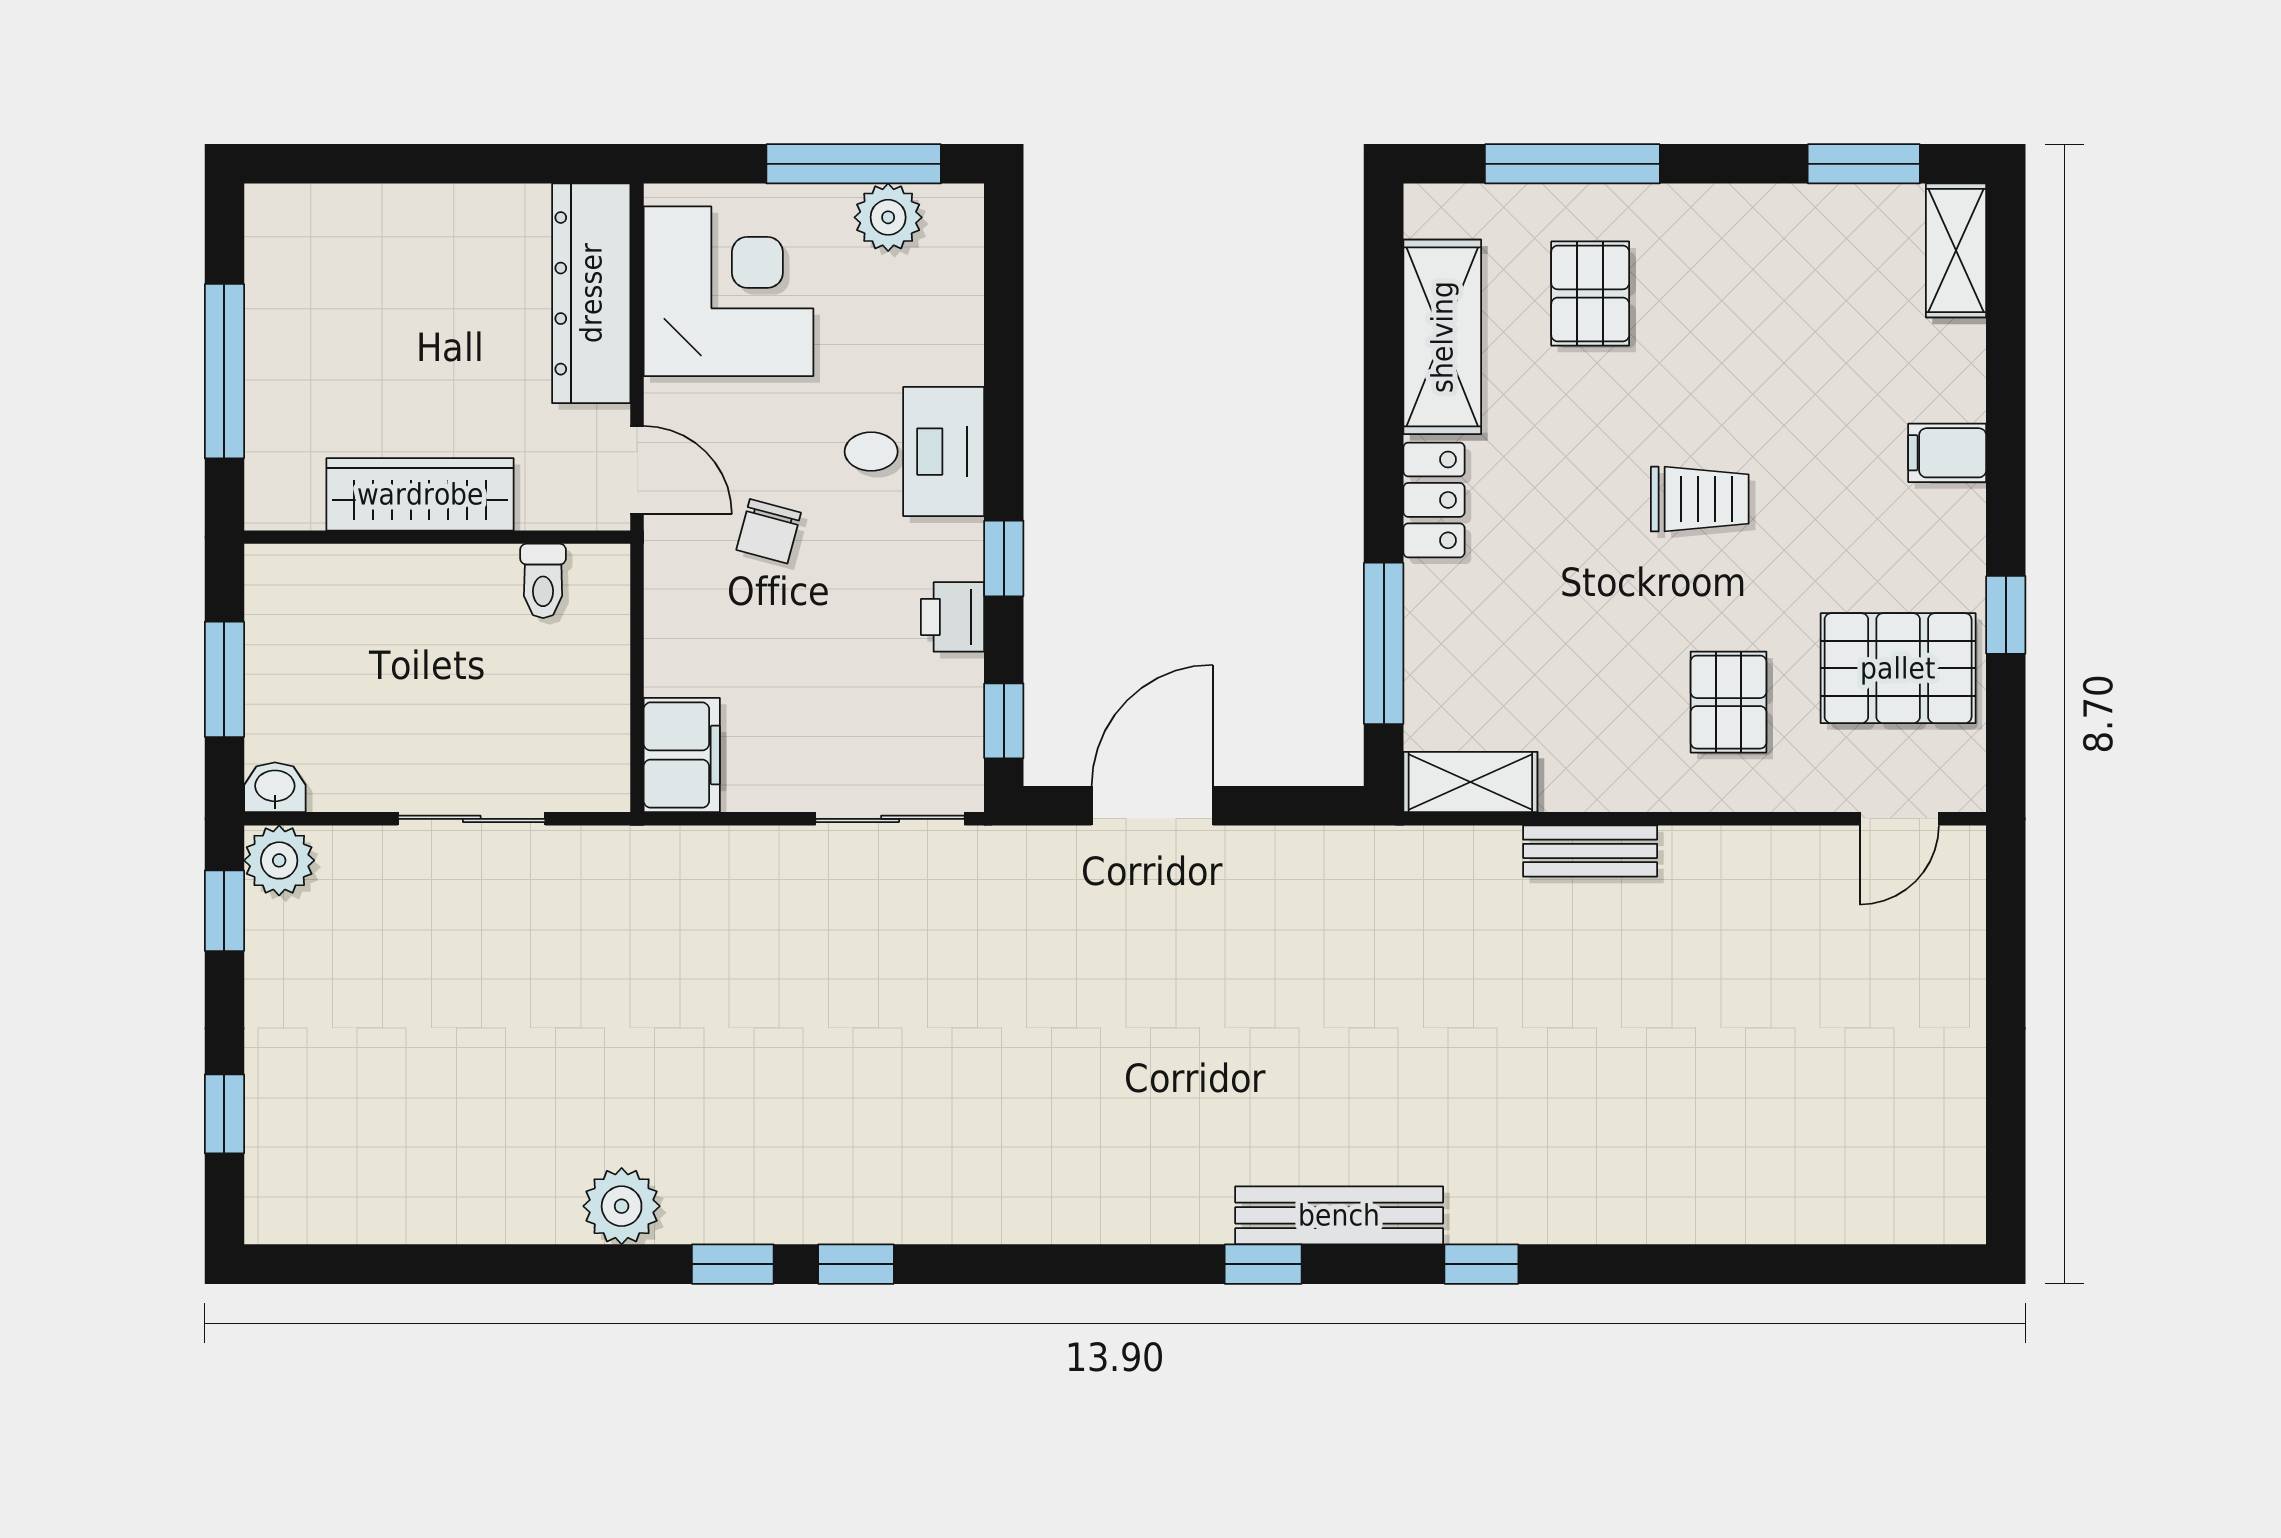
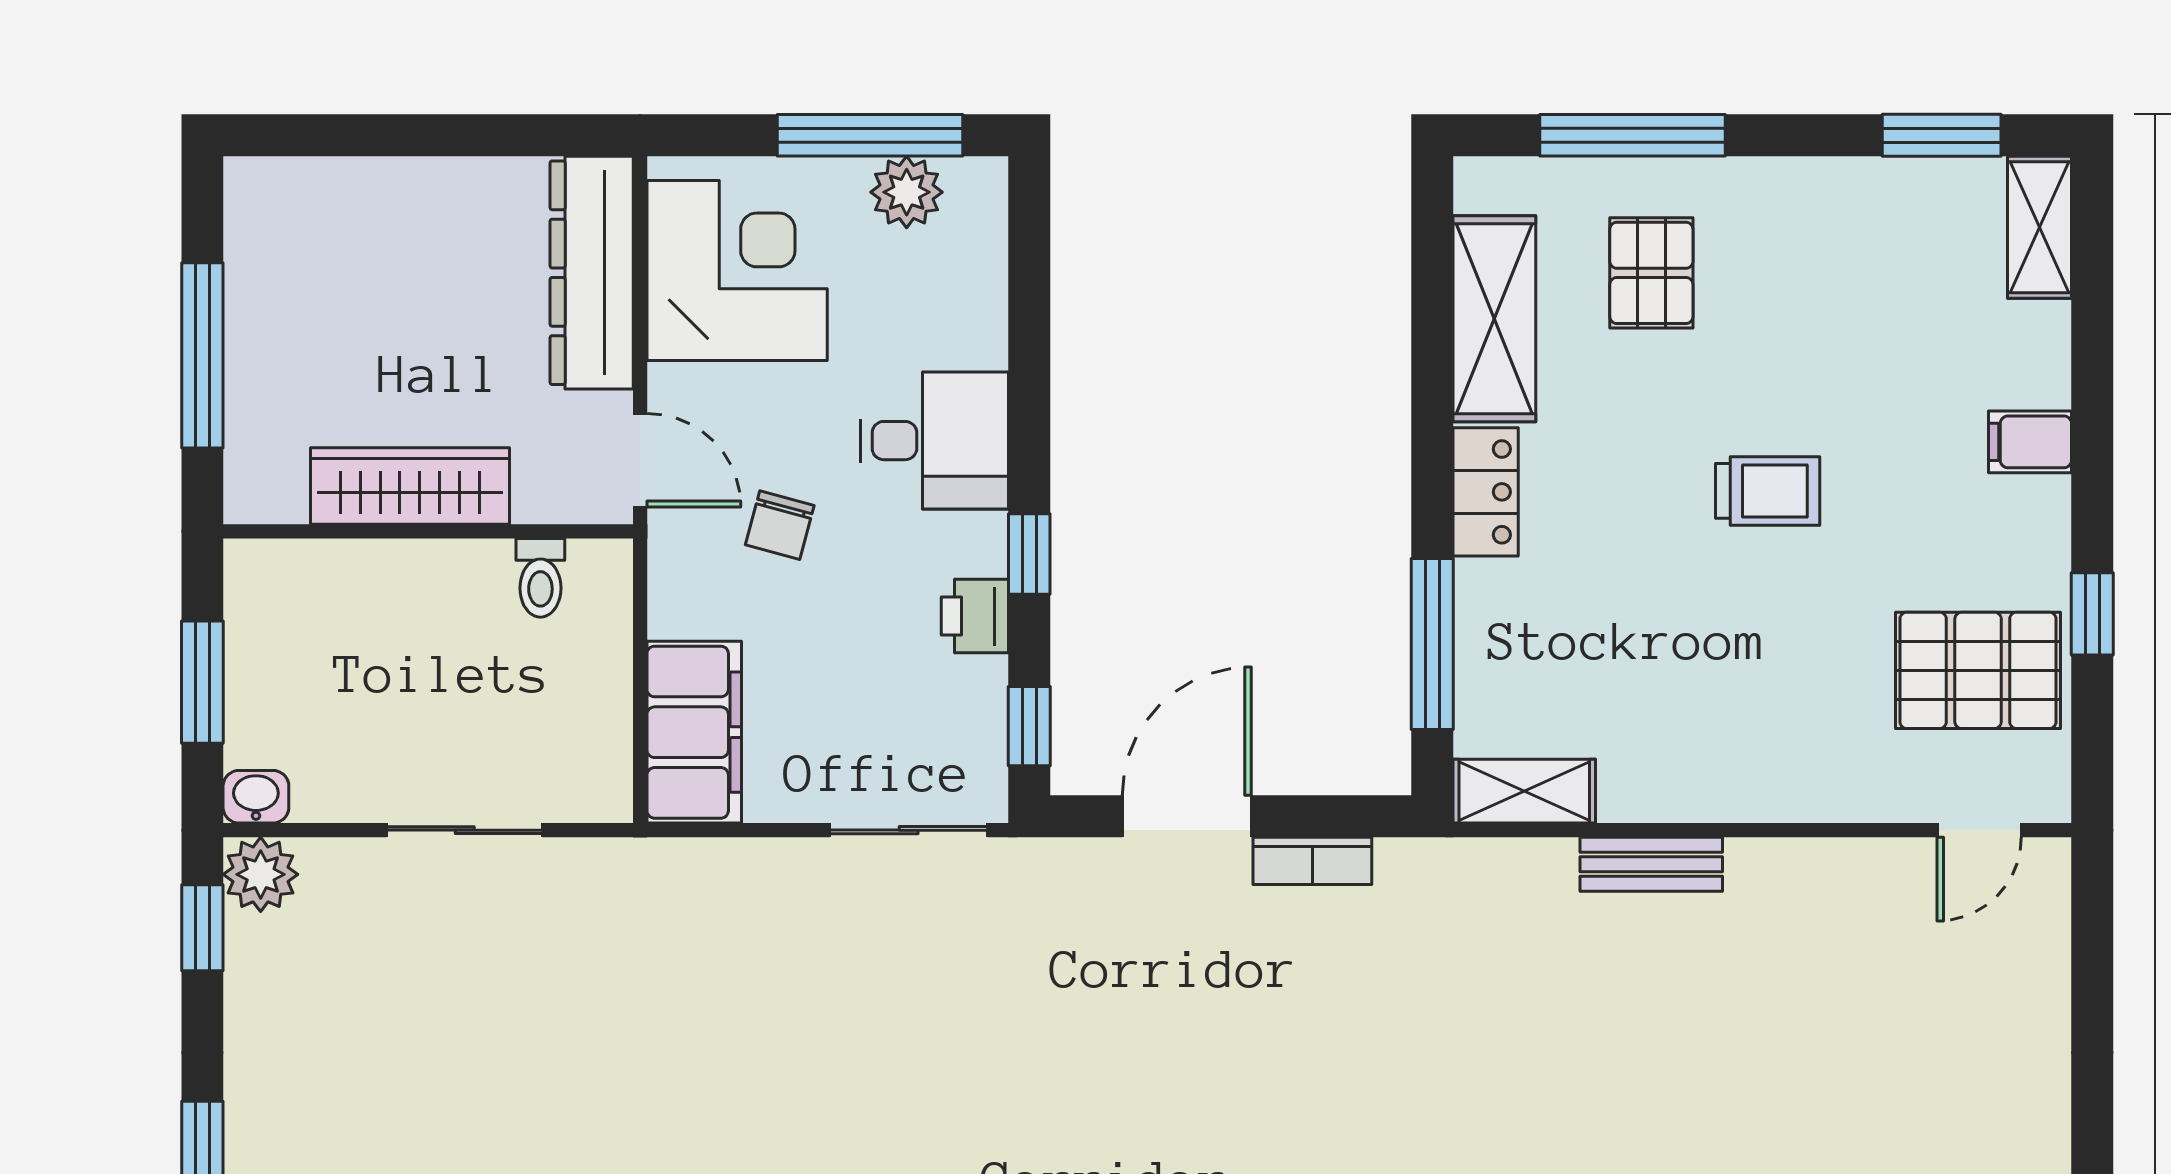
pallet: (1728, 702) -> (1798, 706), removed
filing cabinet: (682, 755) -> (694, 732), width x1.50, depth x1.17
bookcase: (1271, 848) -> (1312, 861), added

